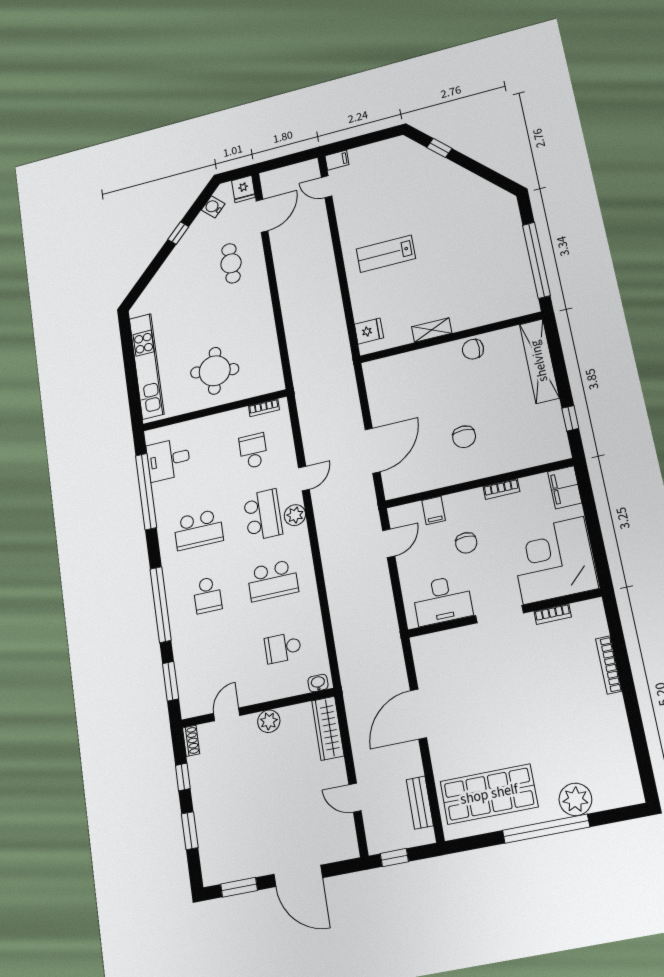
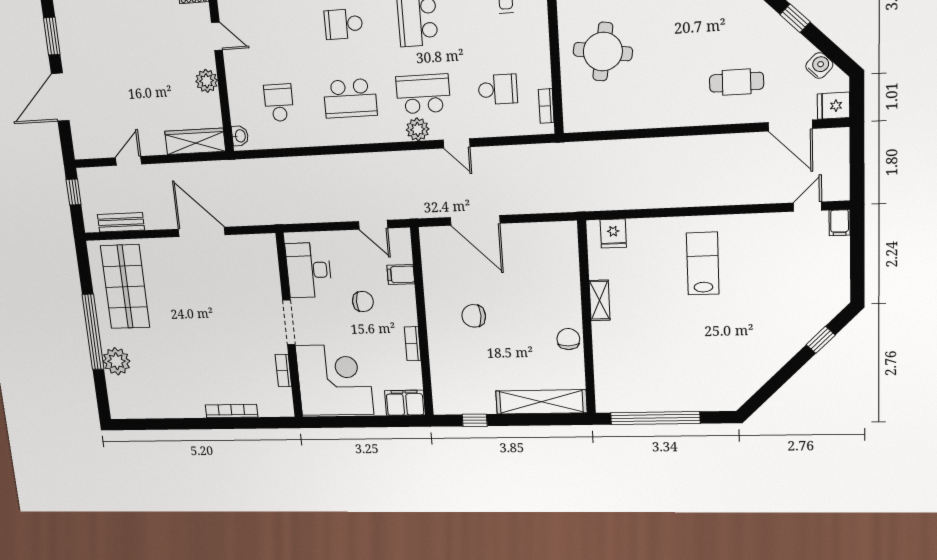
school desk: (263, 515) -> (423, 94), turned 180
chair: (466, 543) -> (363, 301), turned 180
school desk: (273, 580) -> (350, 98), turned -90

